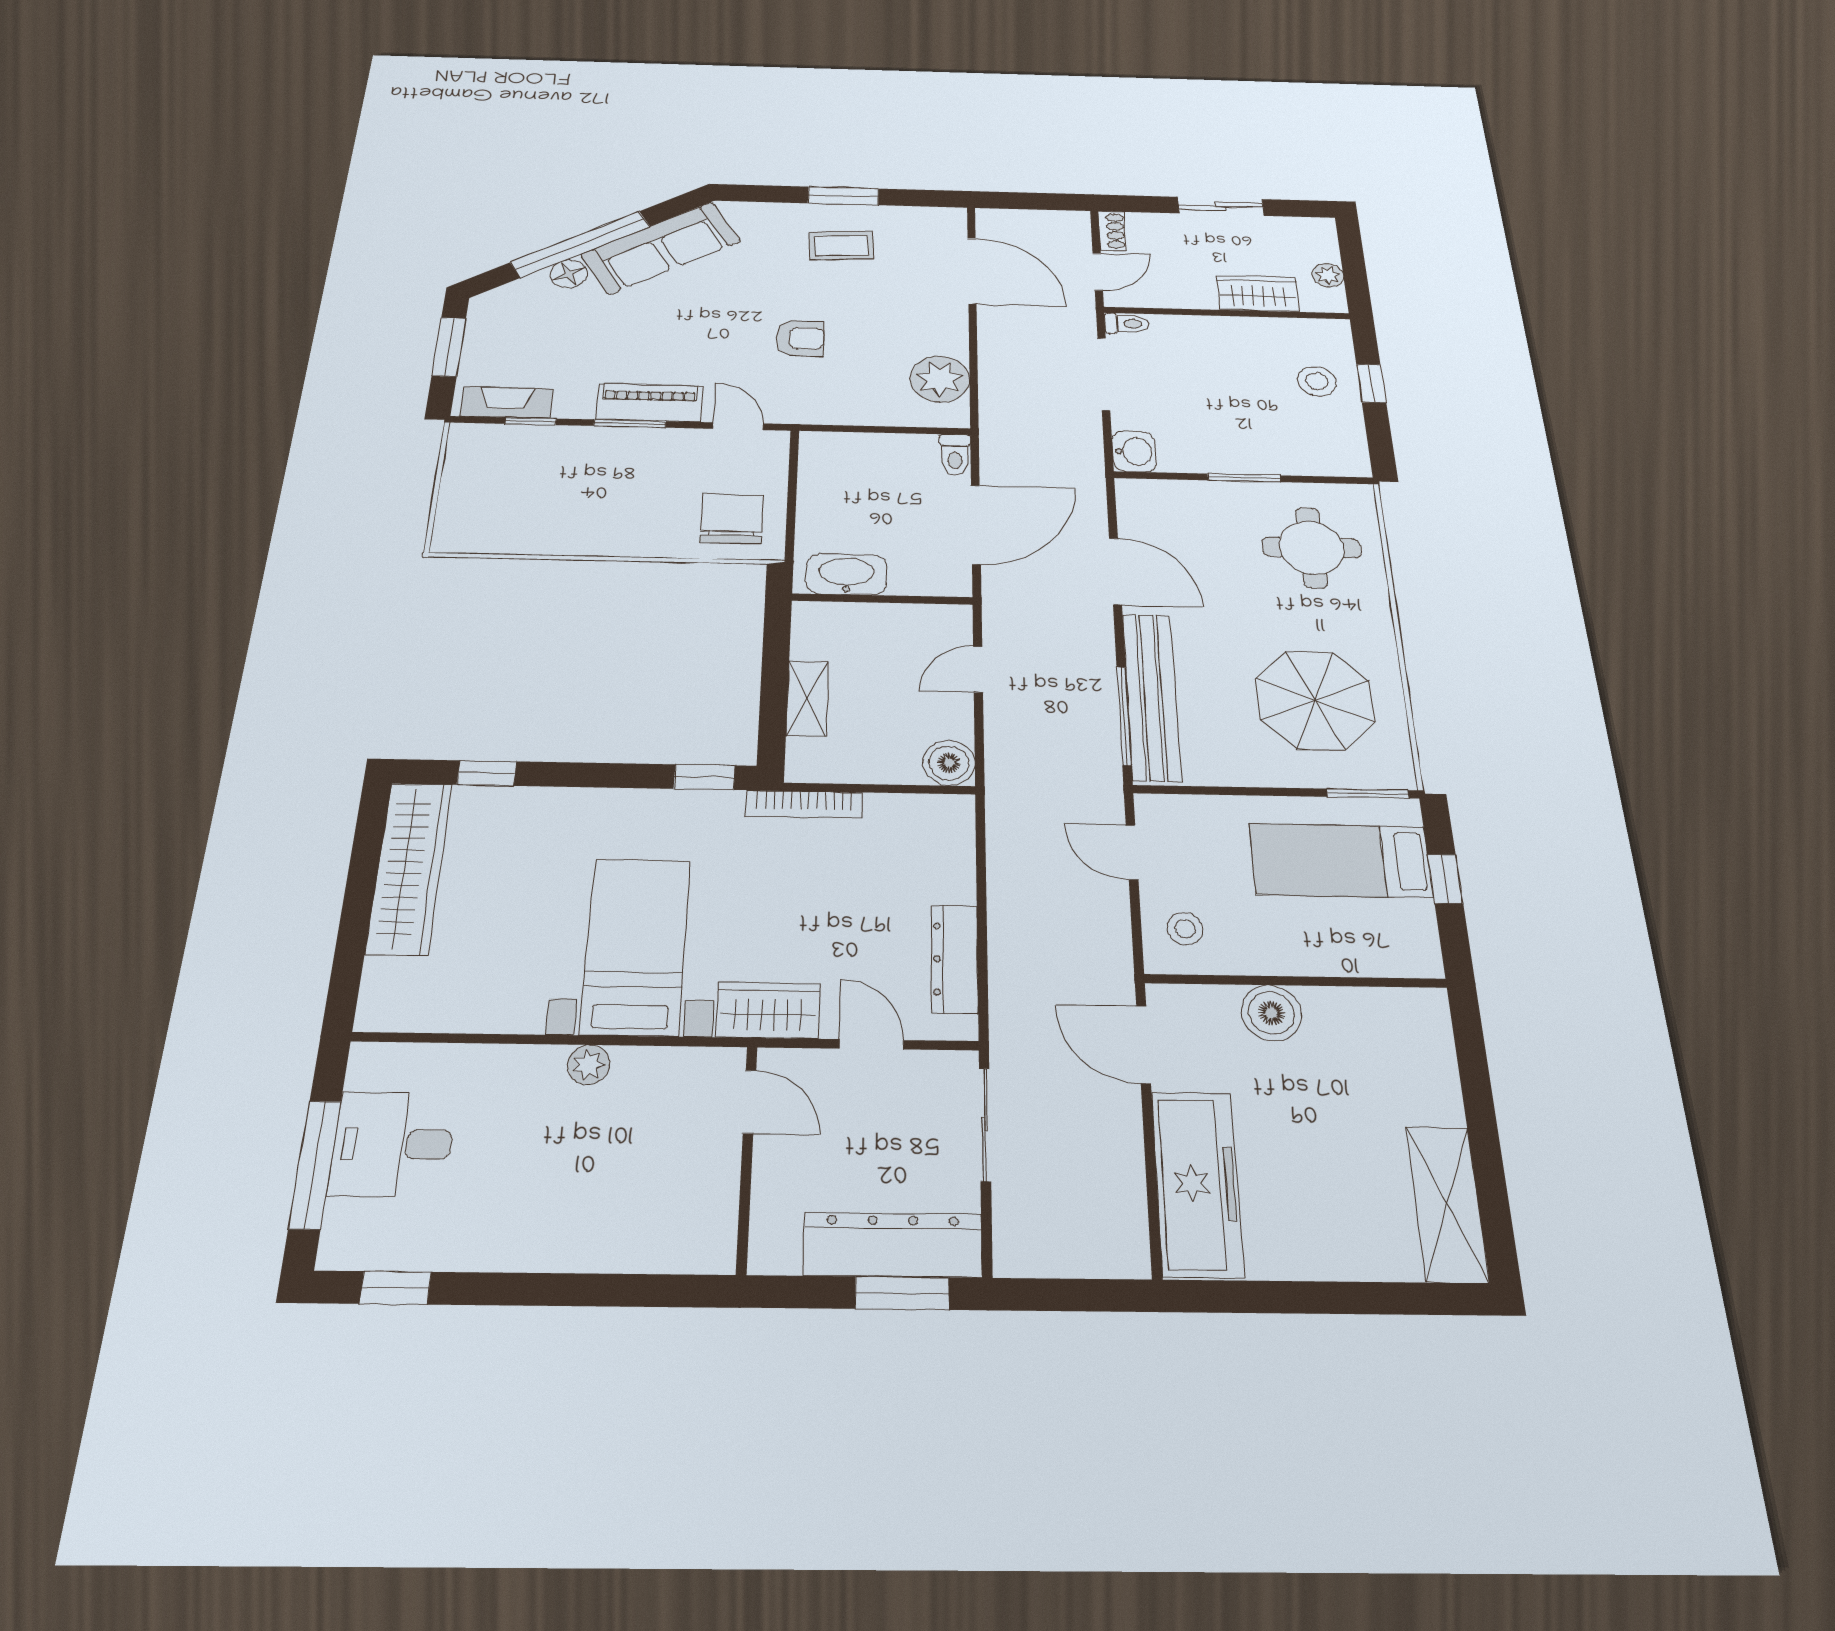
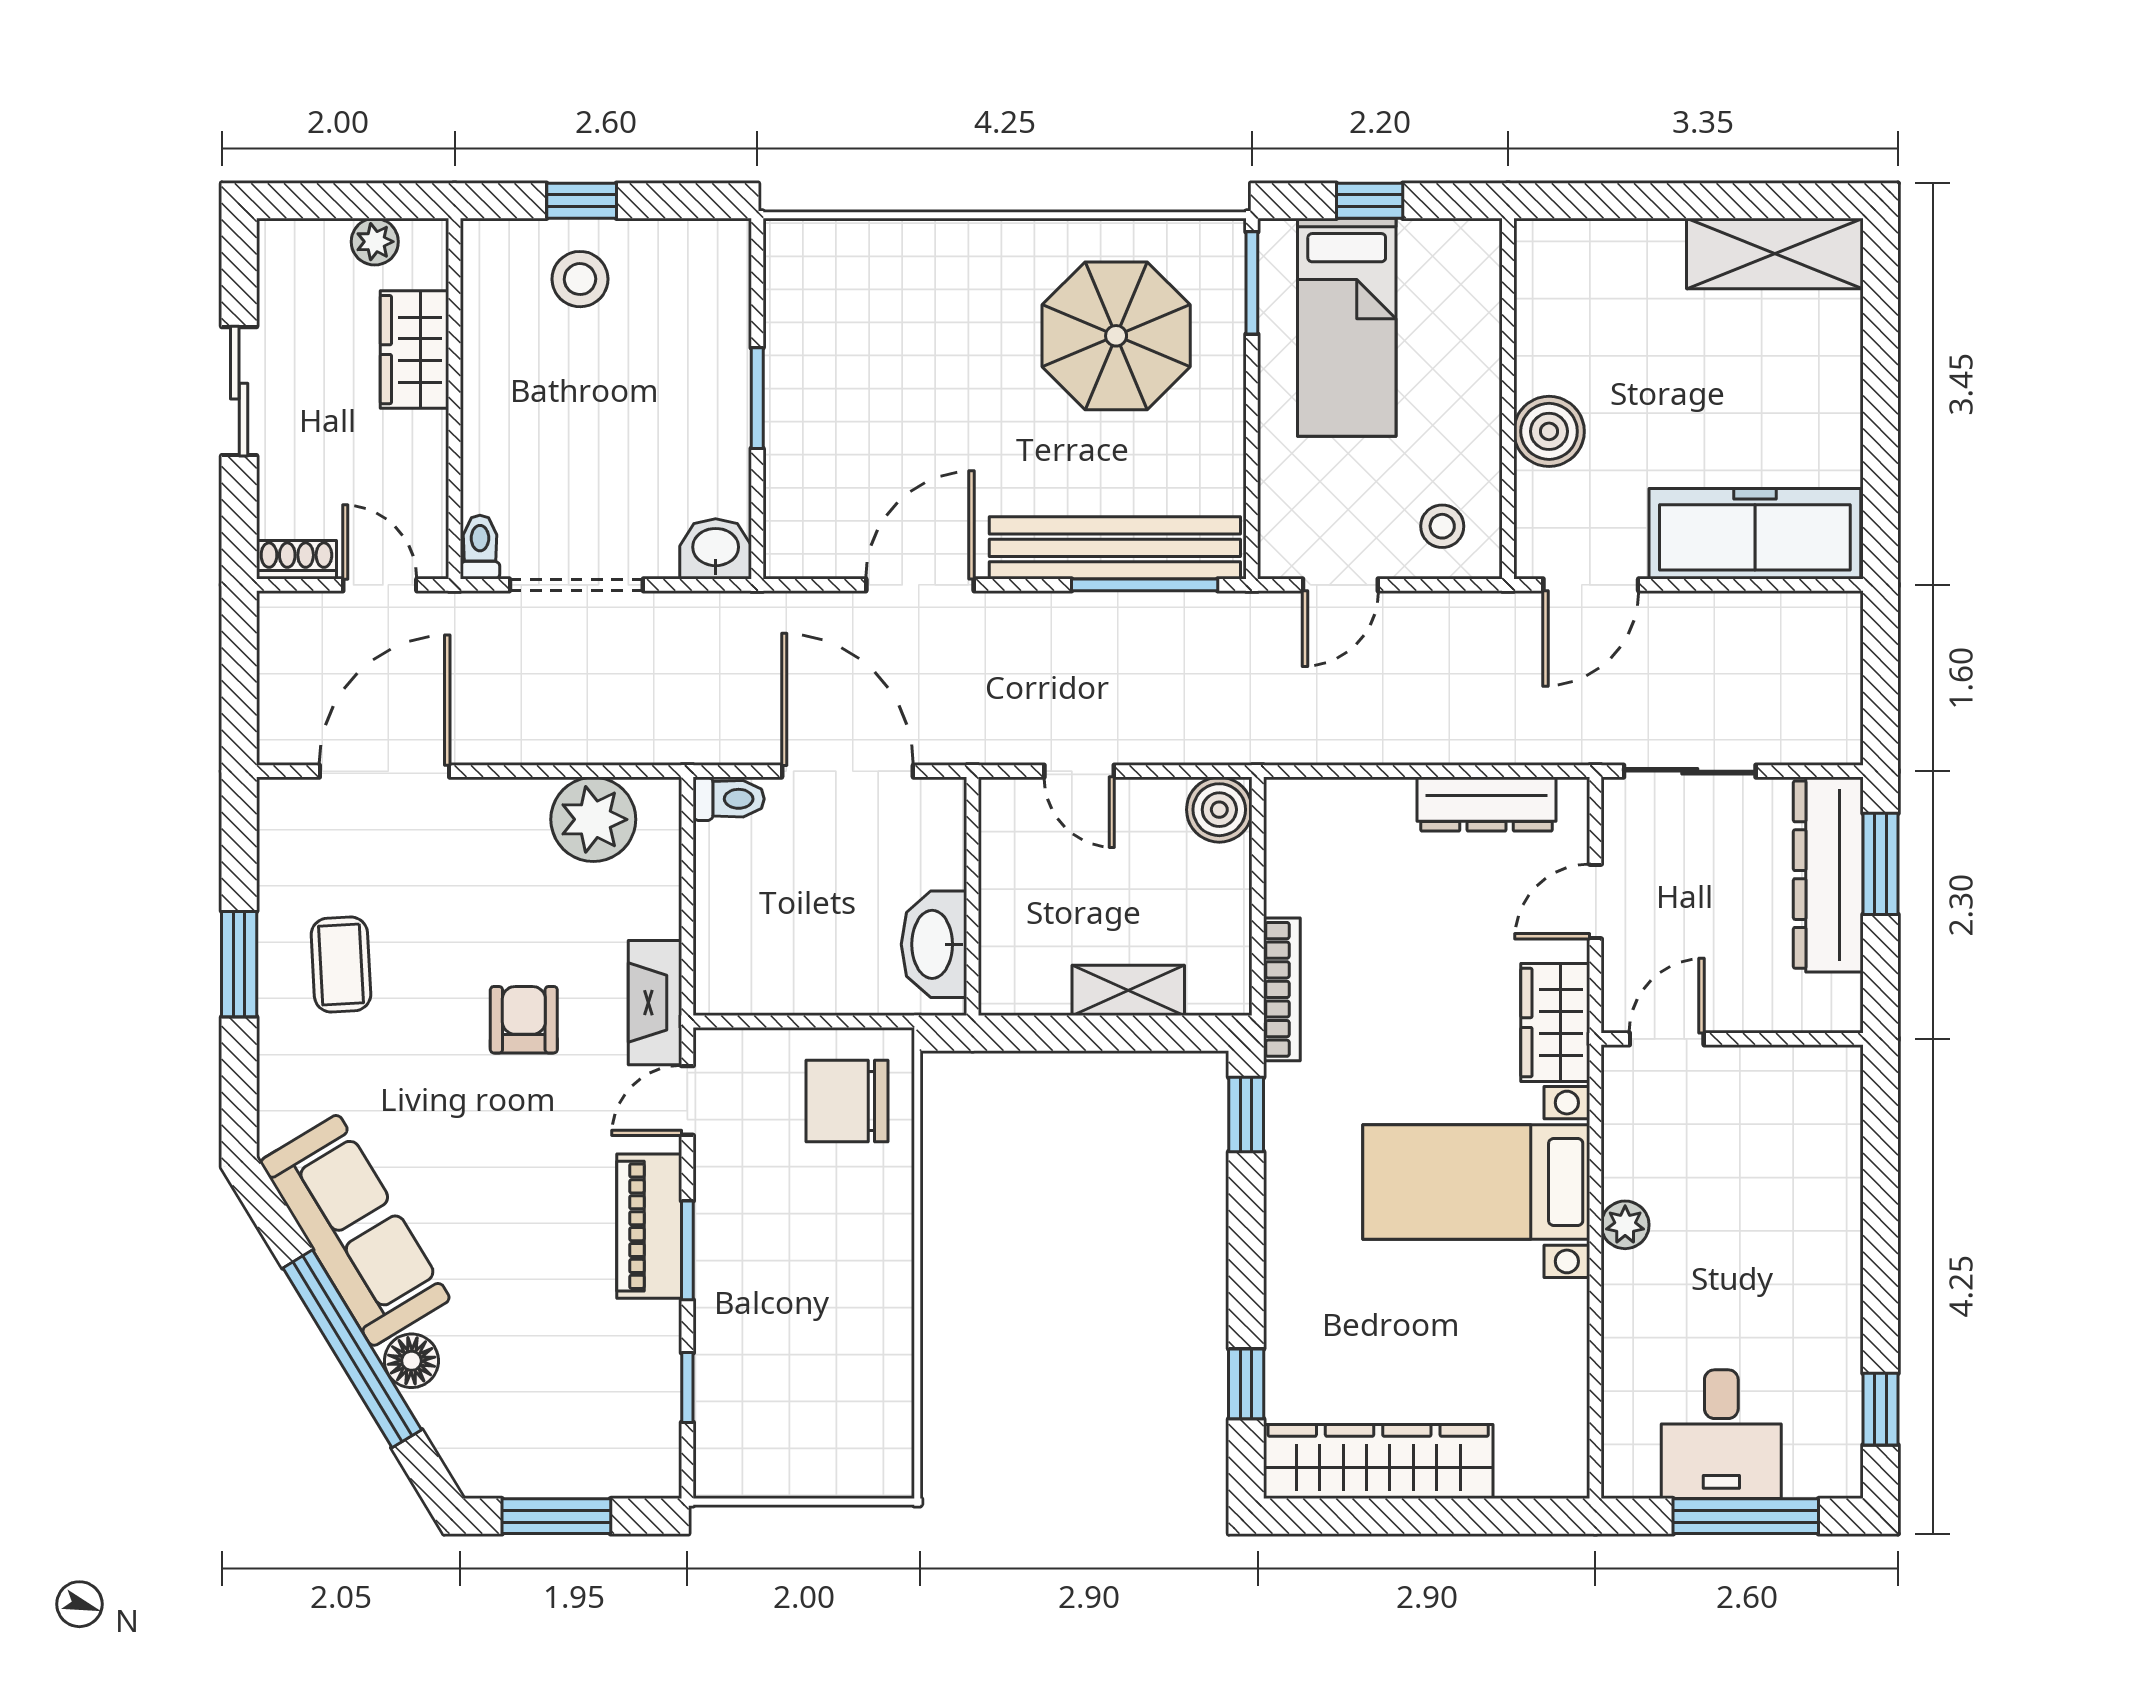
fireplace: (506, 402) -> (655, 1003), moved
round table: (1312, 548) -> (874, 316), removed

